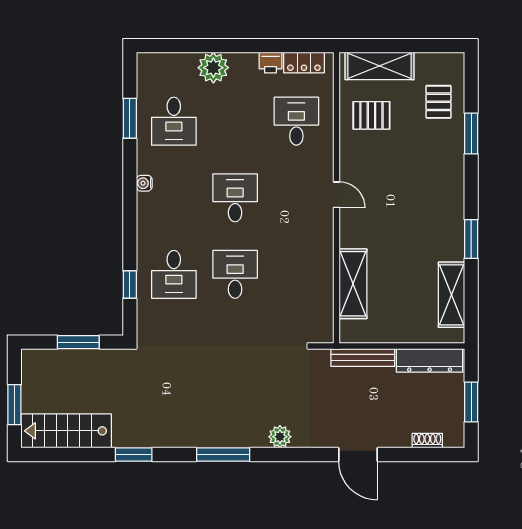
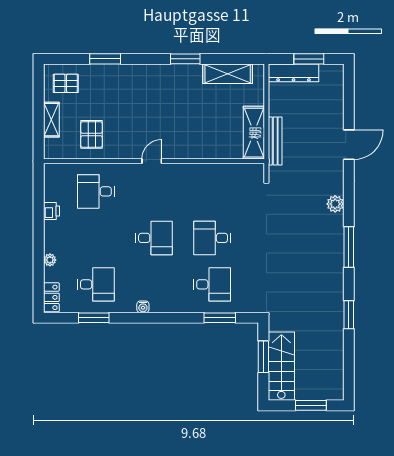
locker: (304, 63) -> (51, 297), moved
shelving: (380, 66) -> (51, 120), width x0.67, depth x0.75
plant: (213, 68) -> (50, 260), width x0.53, depth x0.53
pallet: (439, 102) -> (66, 83), moved
desk: (235, 198) -> (154, 238), turned 180
window: (130, 284) -> (220, 318), width x1.50
shelving: (353, 284) -> (254, 133), moved, turned 90
dresser: (430, 360) -> (294, 73), moved, turned 90
stairs: (66, 431) -> (281, 366), moved, turned 180
shoe rack: (427, 441) -> (338, 92), removed

